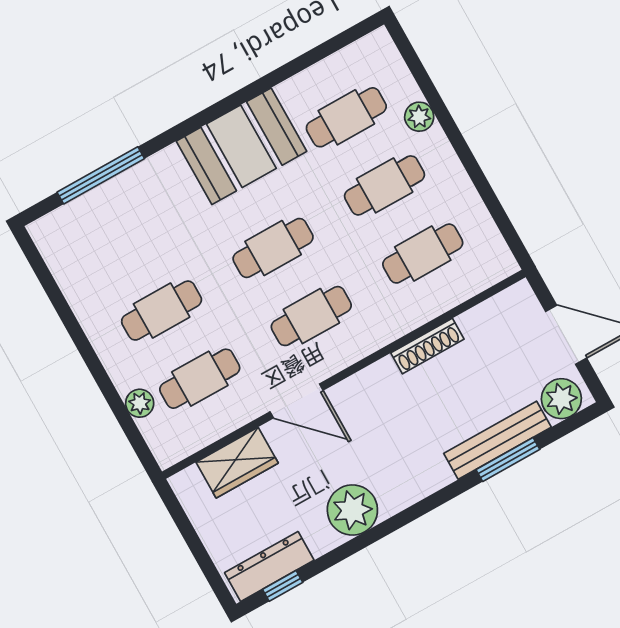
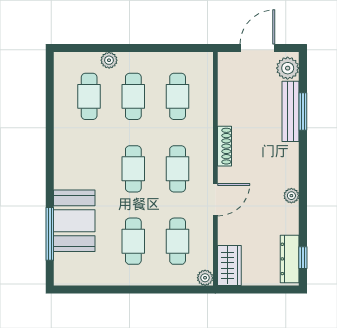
booth: (241, 146) -> (74, 221), moved
shoe rack: (427, 346) -> (225, 146), moved
plant: (140, 403) -> (205, 278), moved
wardrobe: (237, 463) -> (229, 265), moved
plant: (352, 510) -> (291, 196), width x0.53, depth x0.53

